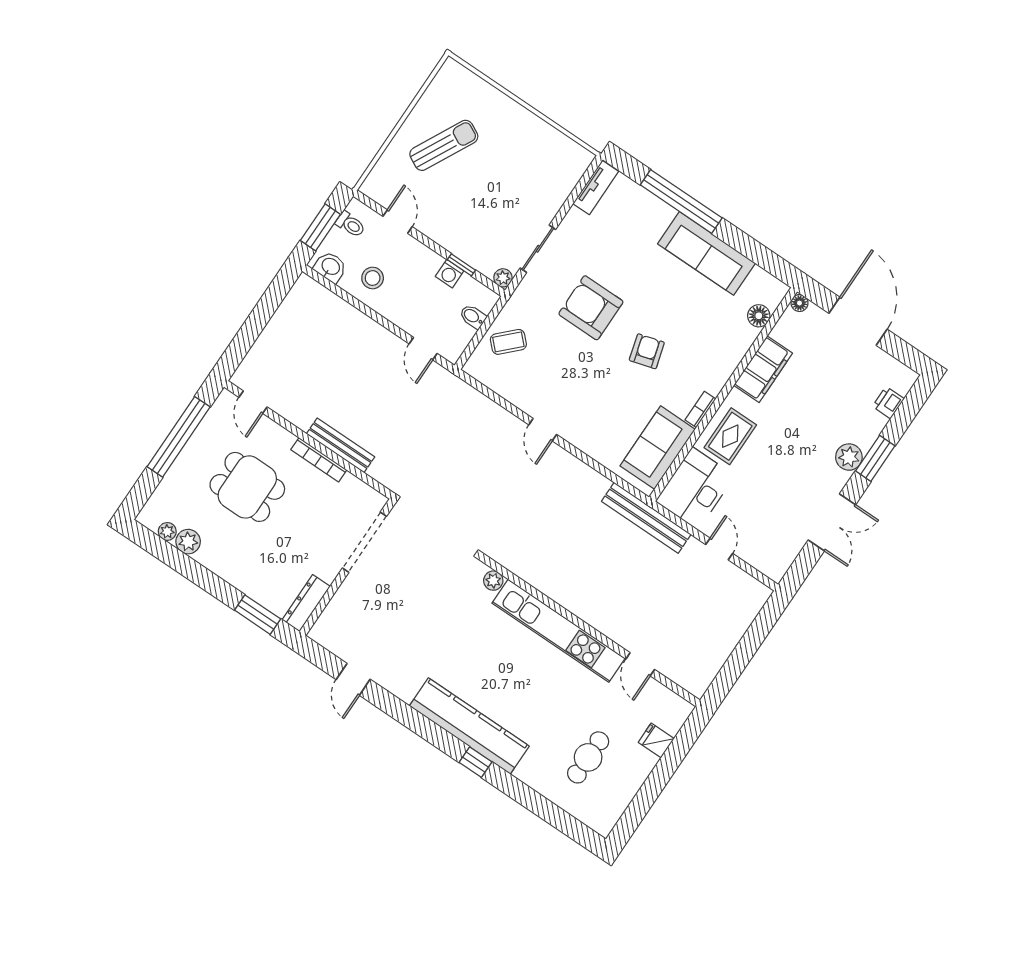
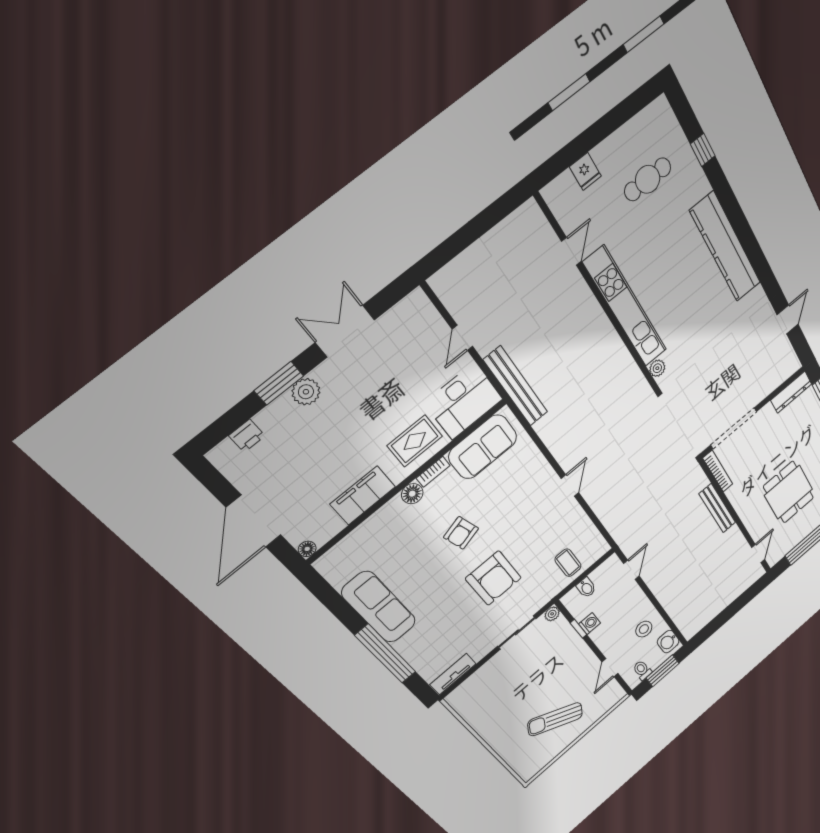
floor lamp: (759, 316) -> (412, 494), moved
coffee table: (508, 342) -> (568, 563), turned 45
bookcase: (319, 460) -> (718, 471), moved
window: (475, 762) -> (703, 150), moved

